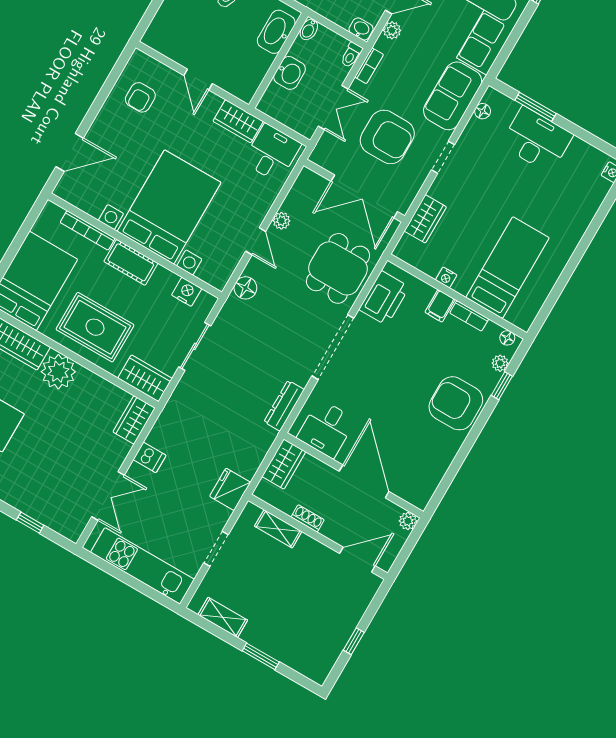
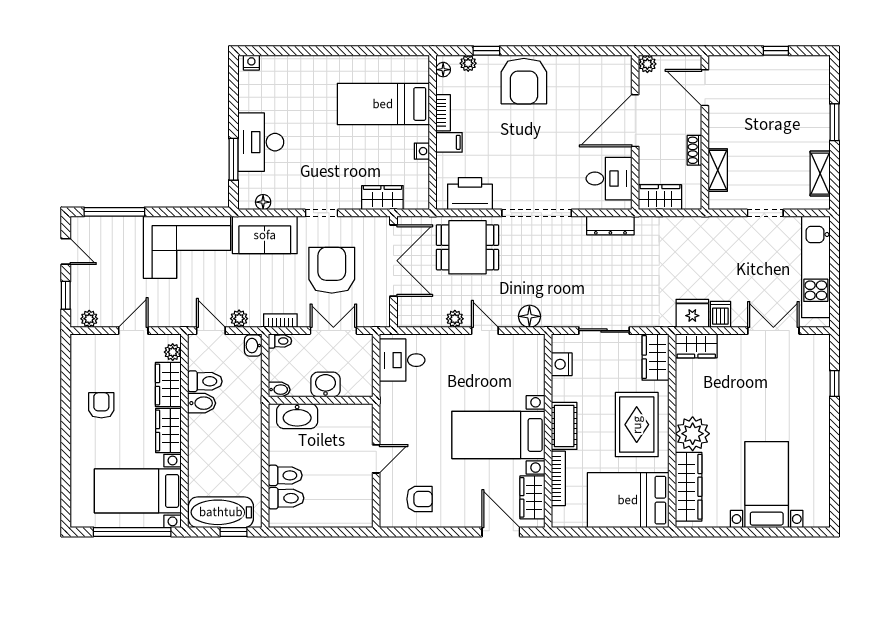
wardrobe: (238, 121) -> (532, 497), moved, turned 180
bed with nightstands: (169, 207) -> (498, 435), width x0.73
door: (256, 241) -> (485, 331), hinge flipped
fridge: (230, 489) -> (692, 313), moved, turned 180

